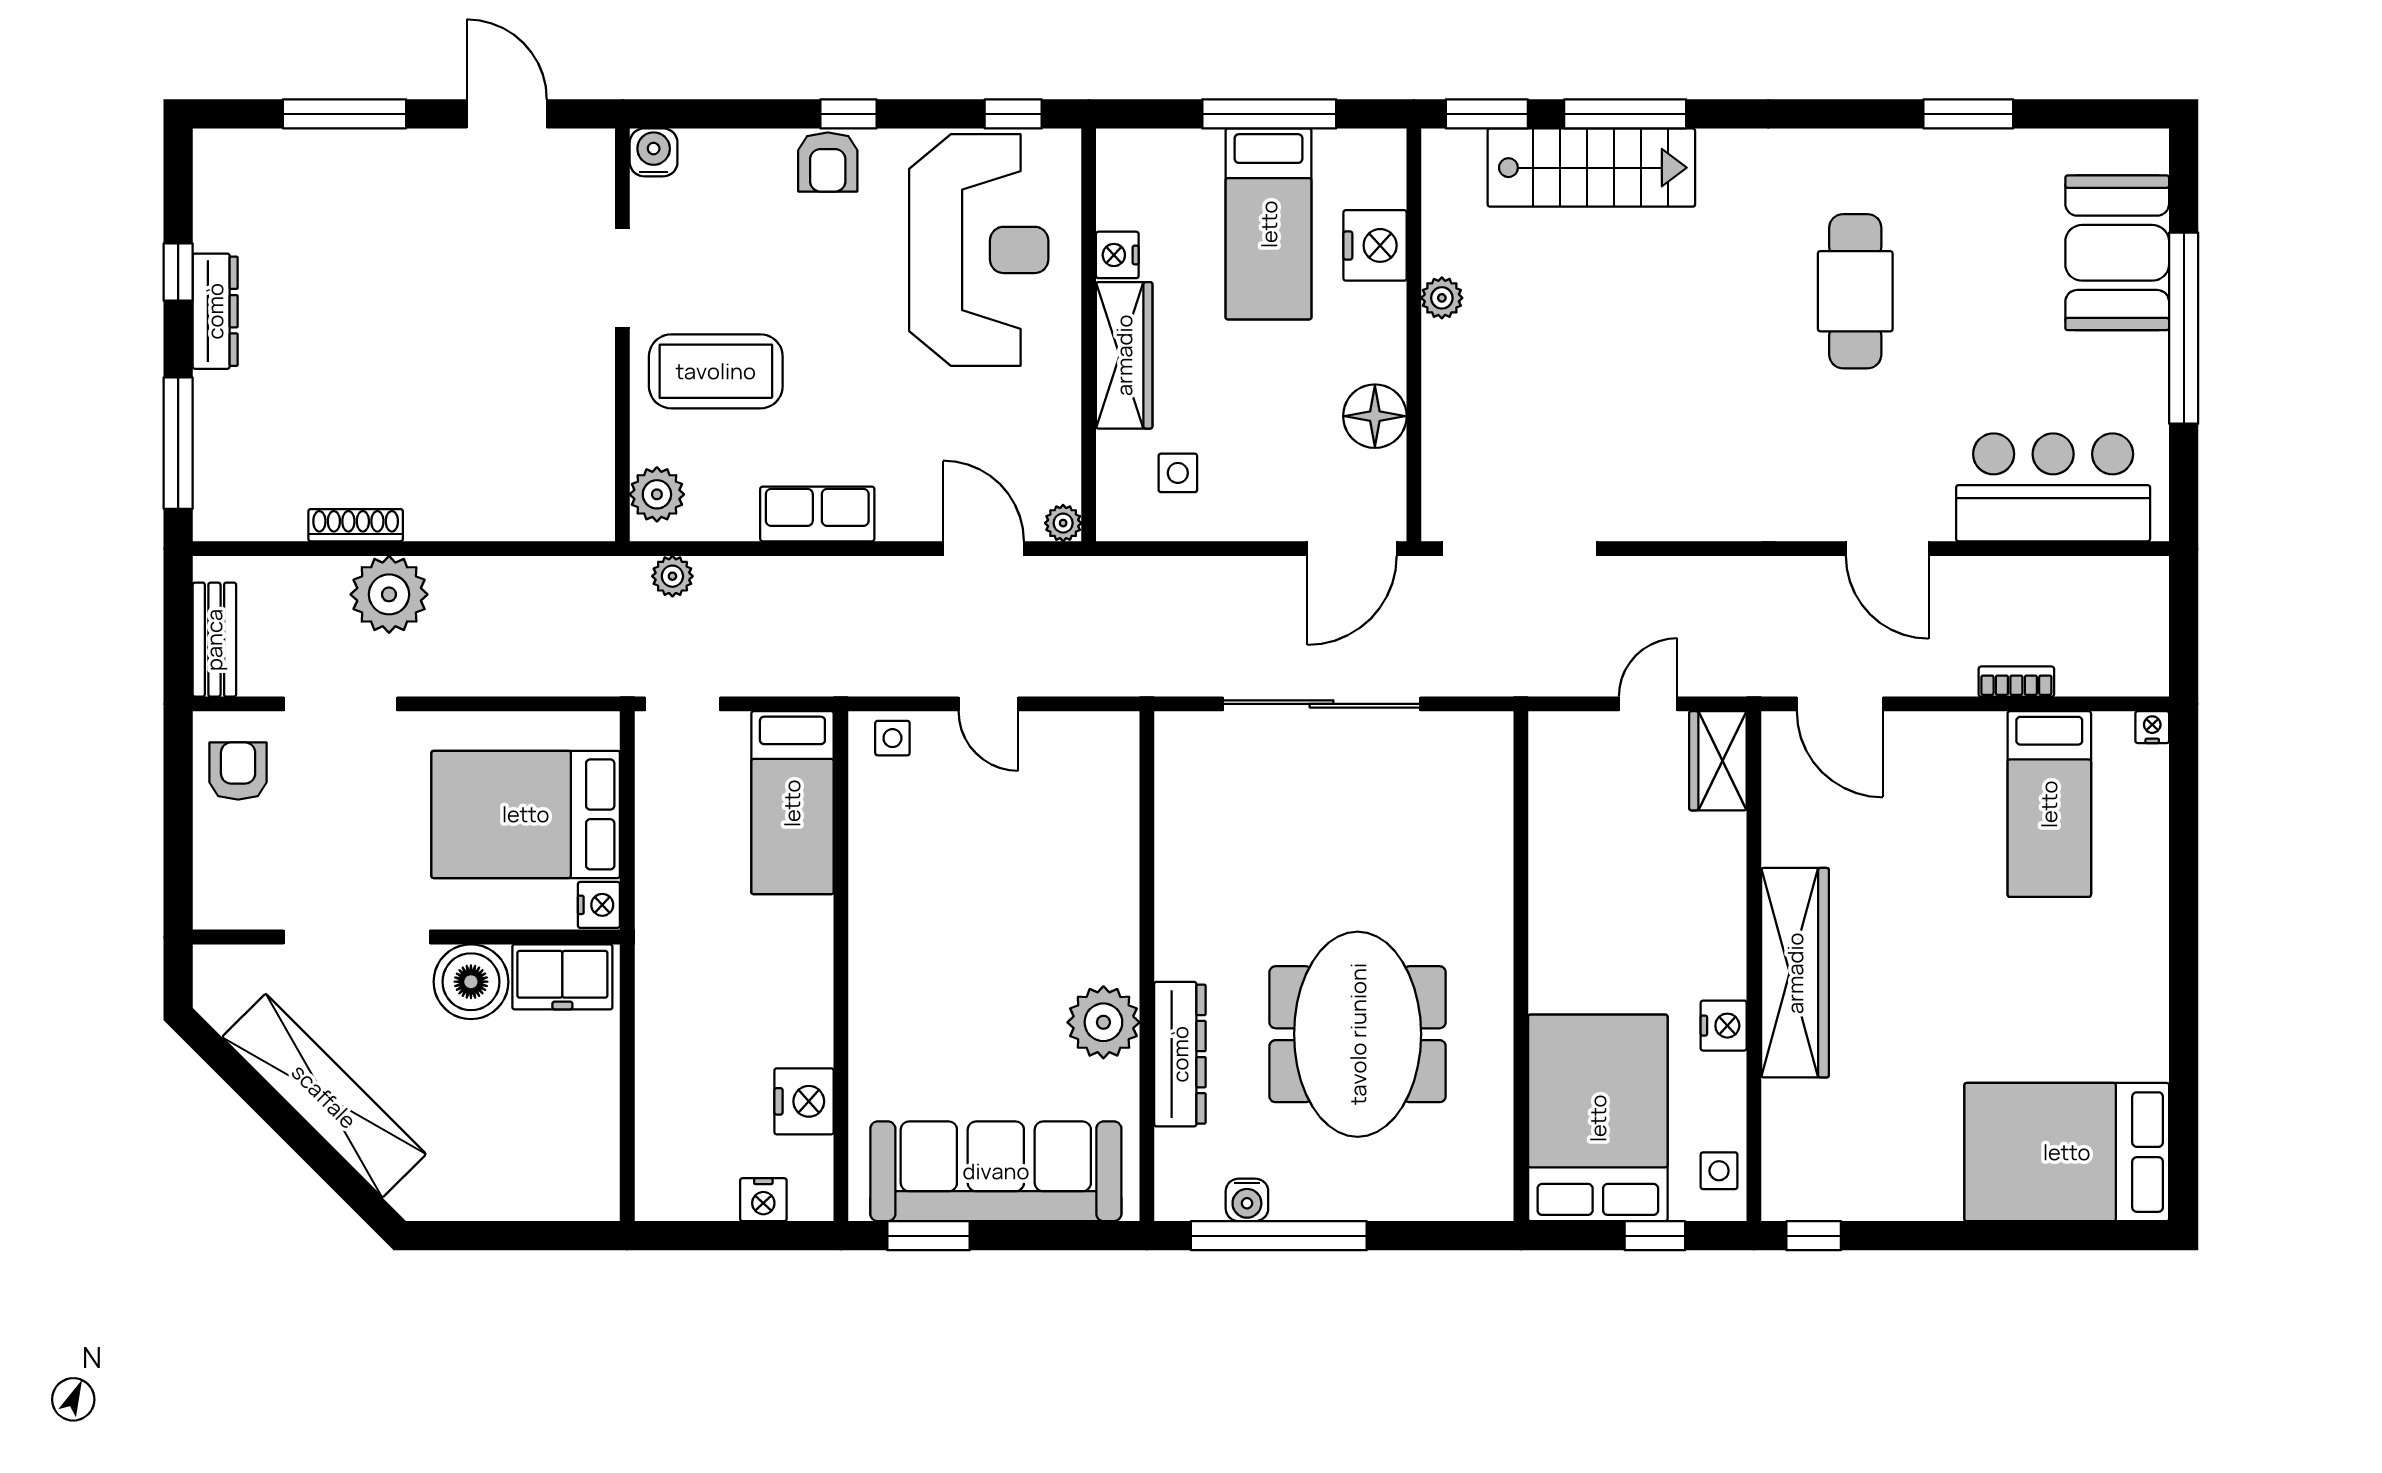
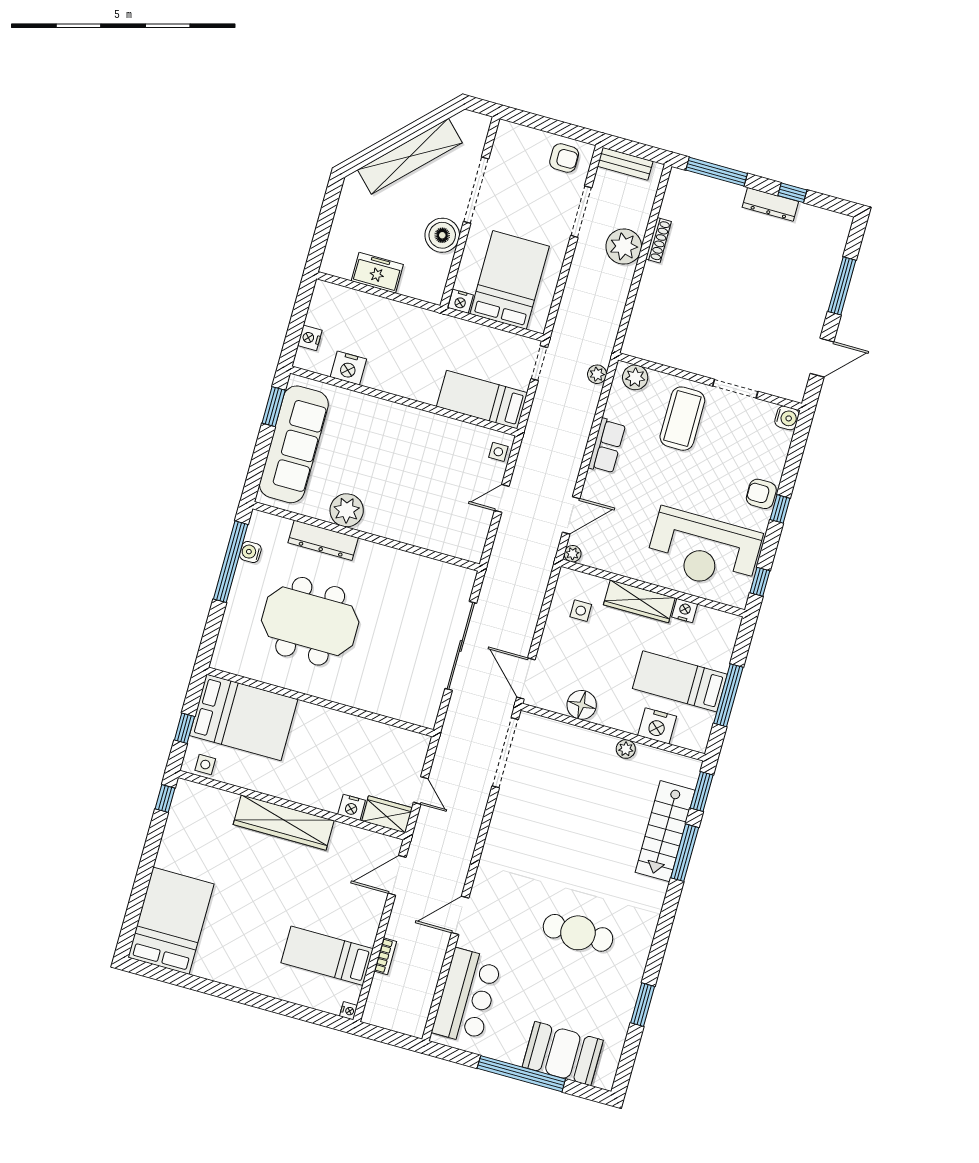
freezer: (562, 977) -> (377, 273), moved, turned 90
nightstand: (1724, 1026) -> (352, 807), moved

